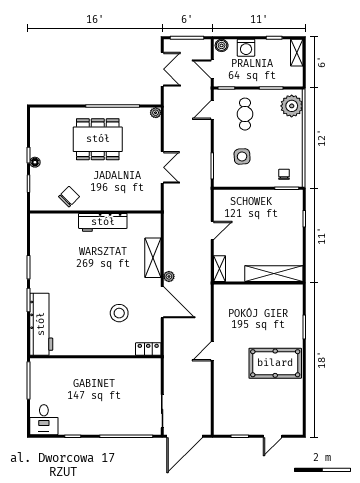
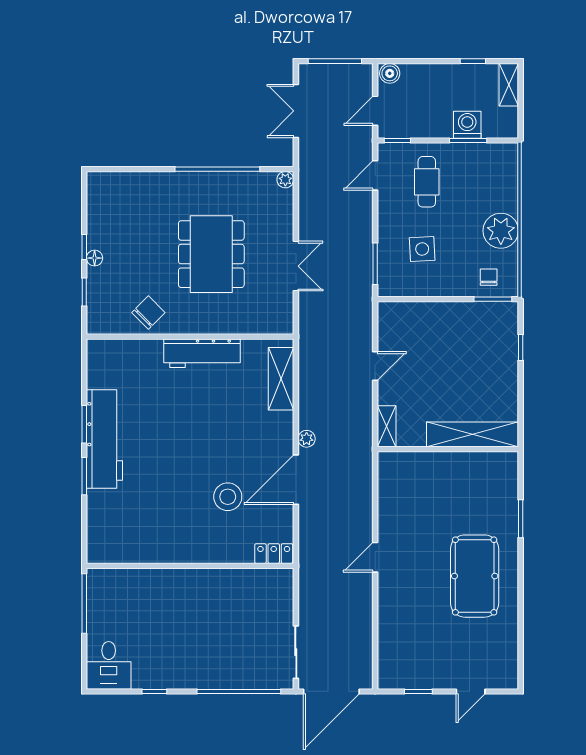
washing machine: (246, 48) -> (467, 125), moved, turned 180
double door: (162, 69) -> (296, 111), swing flipped
door: (212, 69) -> (375, 111), hinge flipped
plant: (292, 106) -> (501, 231), moved
dining table: (98, 139) -> (211, 254), moved, turned 90
shelving: (153, 258) -> (281, 379), moved
door: (162, 302) -> (296, 480), swing flipped
workbench: (41, 324) -> (104, 439), moved
pool table: (275, 363) -> (475, 576), turned 90

